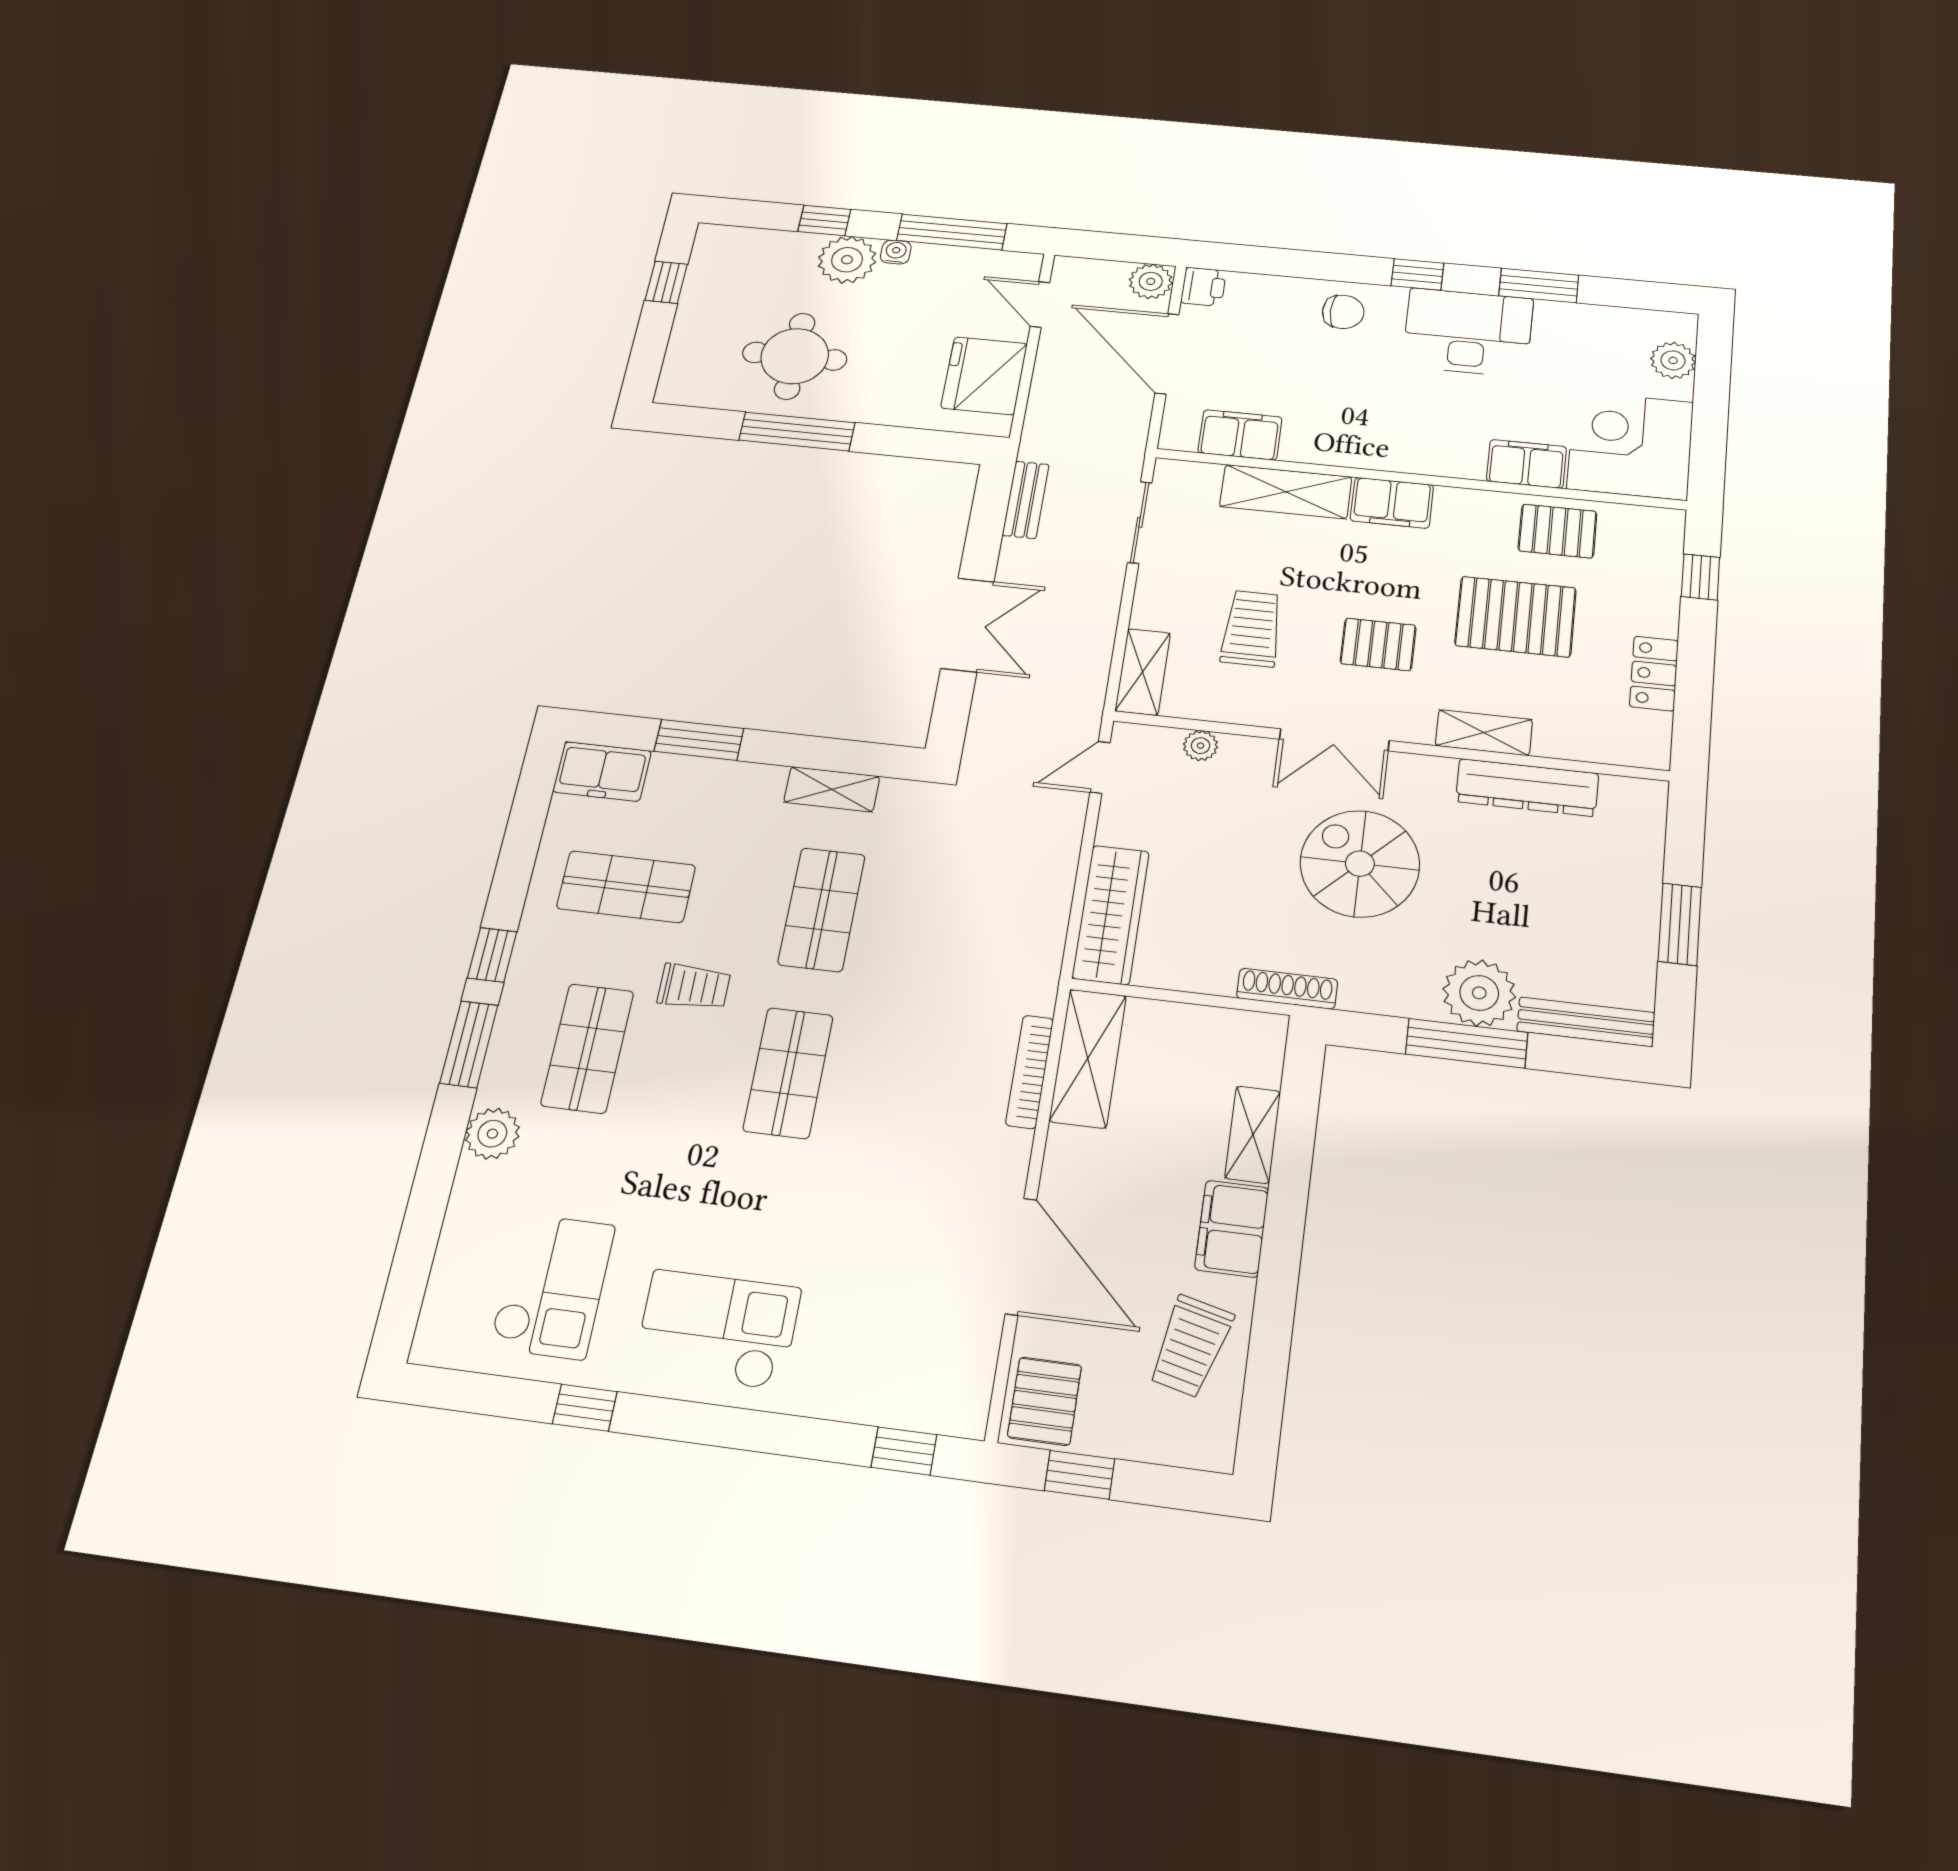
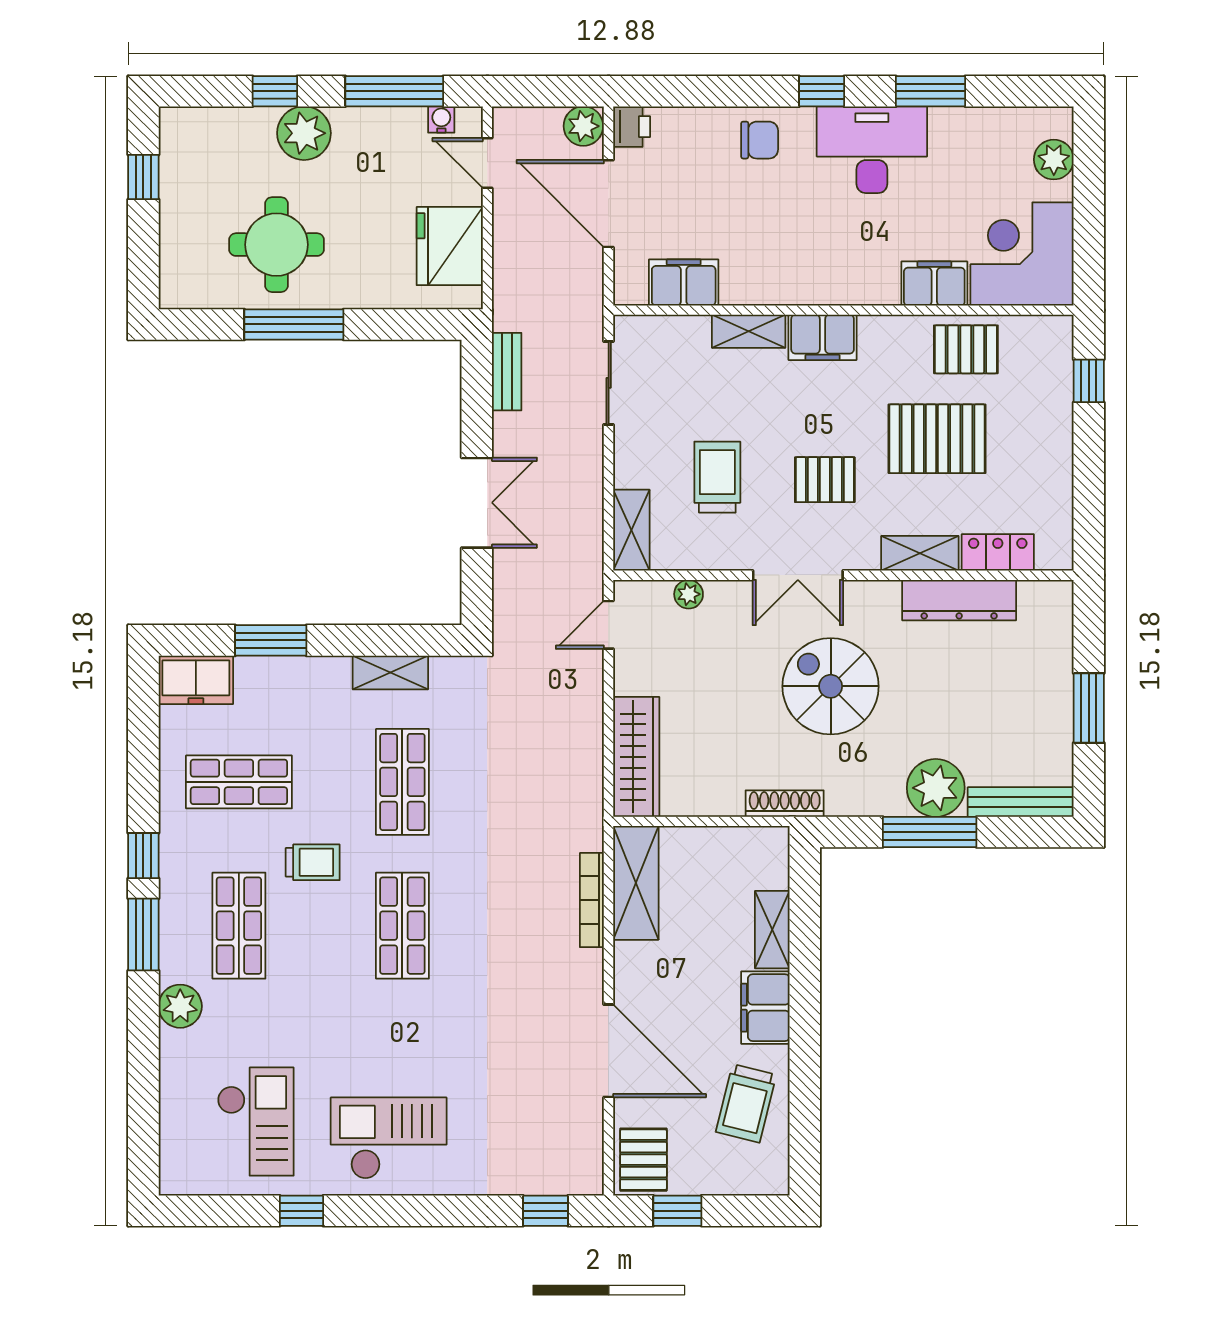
water cooler: (896, 252) -> (441, 119), moved
shelving: (1286, 492) -> (749, 331), width x0.67, depth x0.75
locker: (1654, 673) -> (998, 552), moved, turned 90

